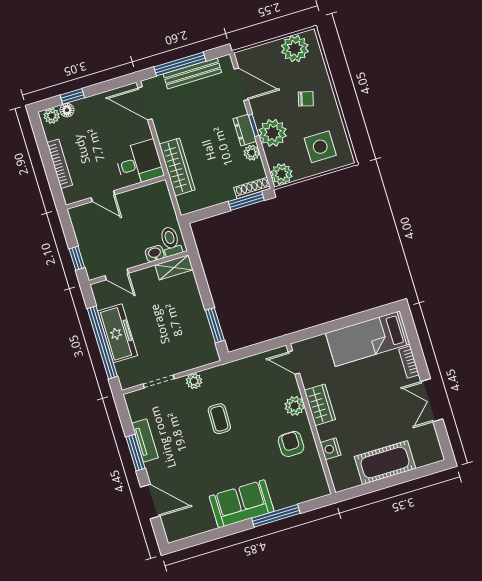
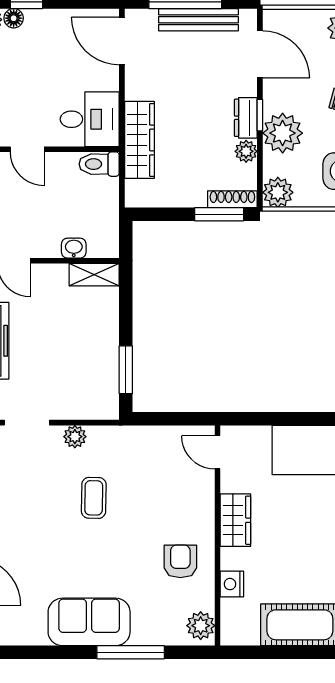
toilet: (171, 241) -> (99, 164), moved, turned -90
plant: (295, 406) -> (201, 626), moved

